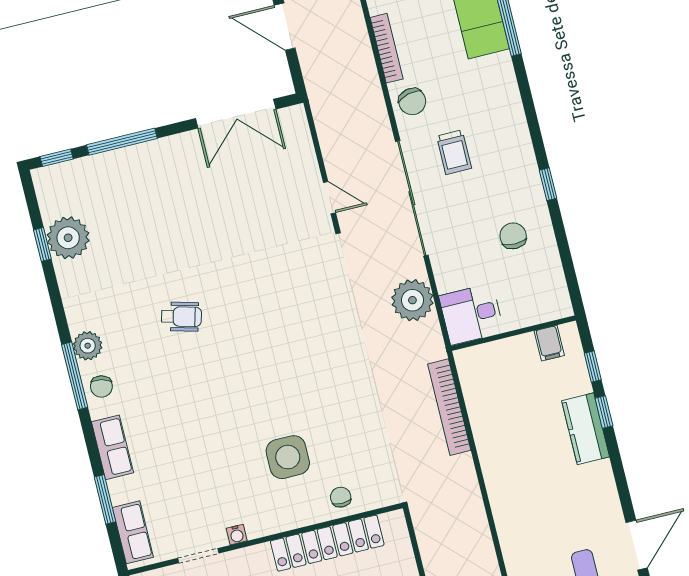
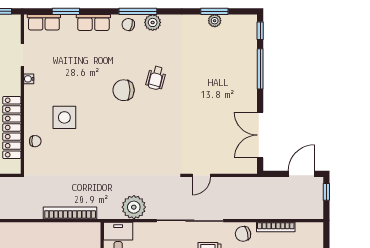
plant: (68, 238) -> (215, 21), width x0.53, depth x0.53
window: (42, 244) -> (214, 11), width x1.50
chair: (216, 367) -> (124, 90), added

